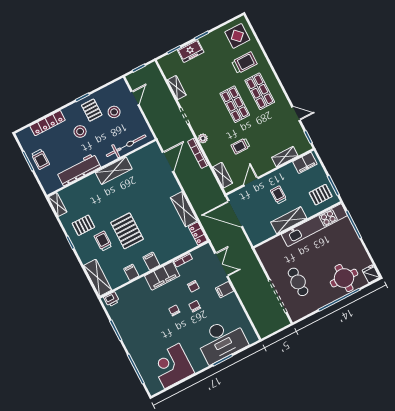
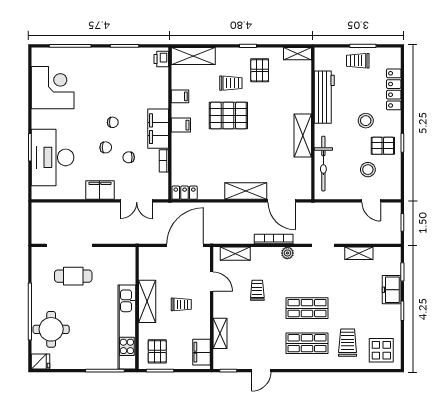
trolley: (244, 63) -> (348, 343), turned 180
shelving: (184, 209) -> (246, 191), moved
filing cabinet: (224, 290) -> (100, 190), width x2.00

